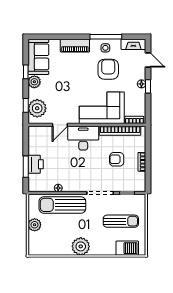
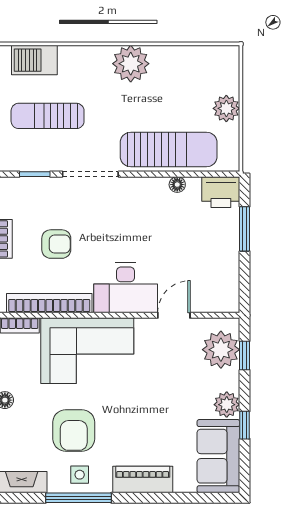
printer: (36, 164) -> (221, 192), moved, turned -90

